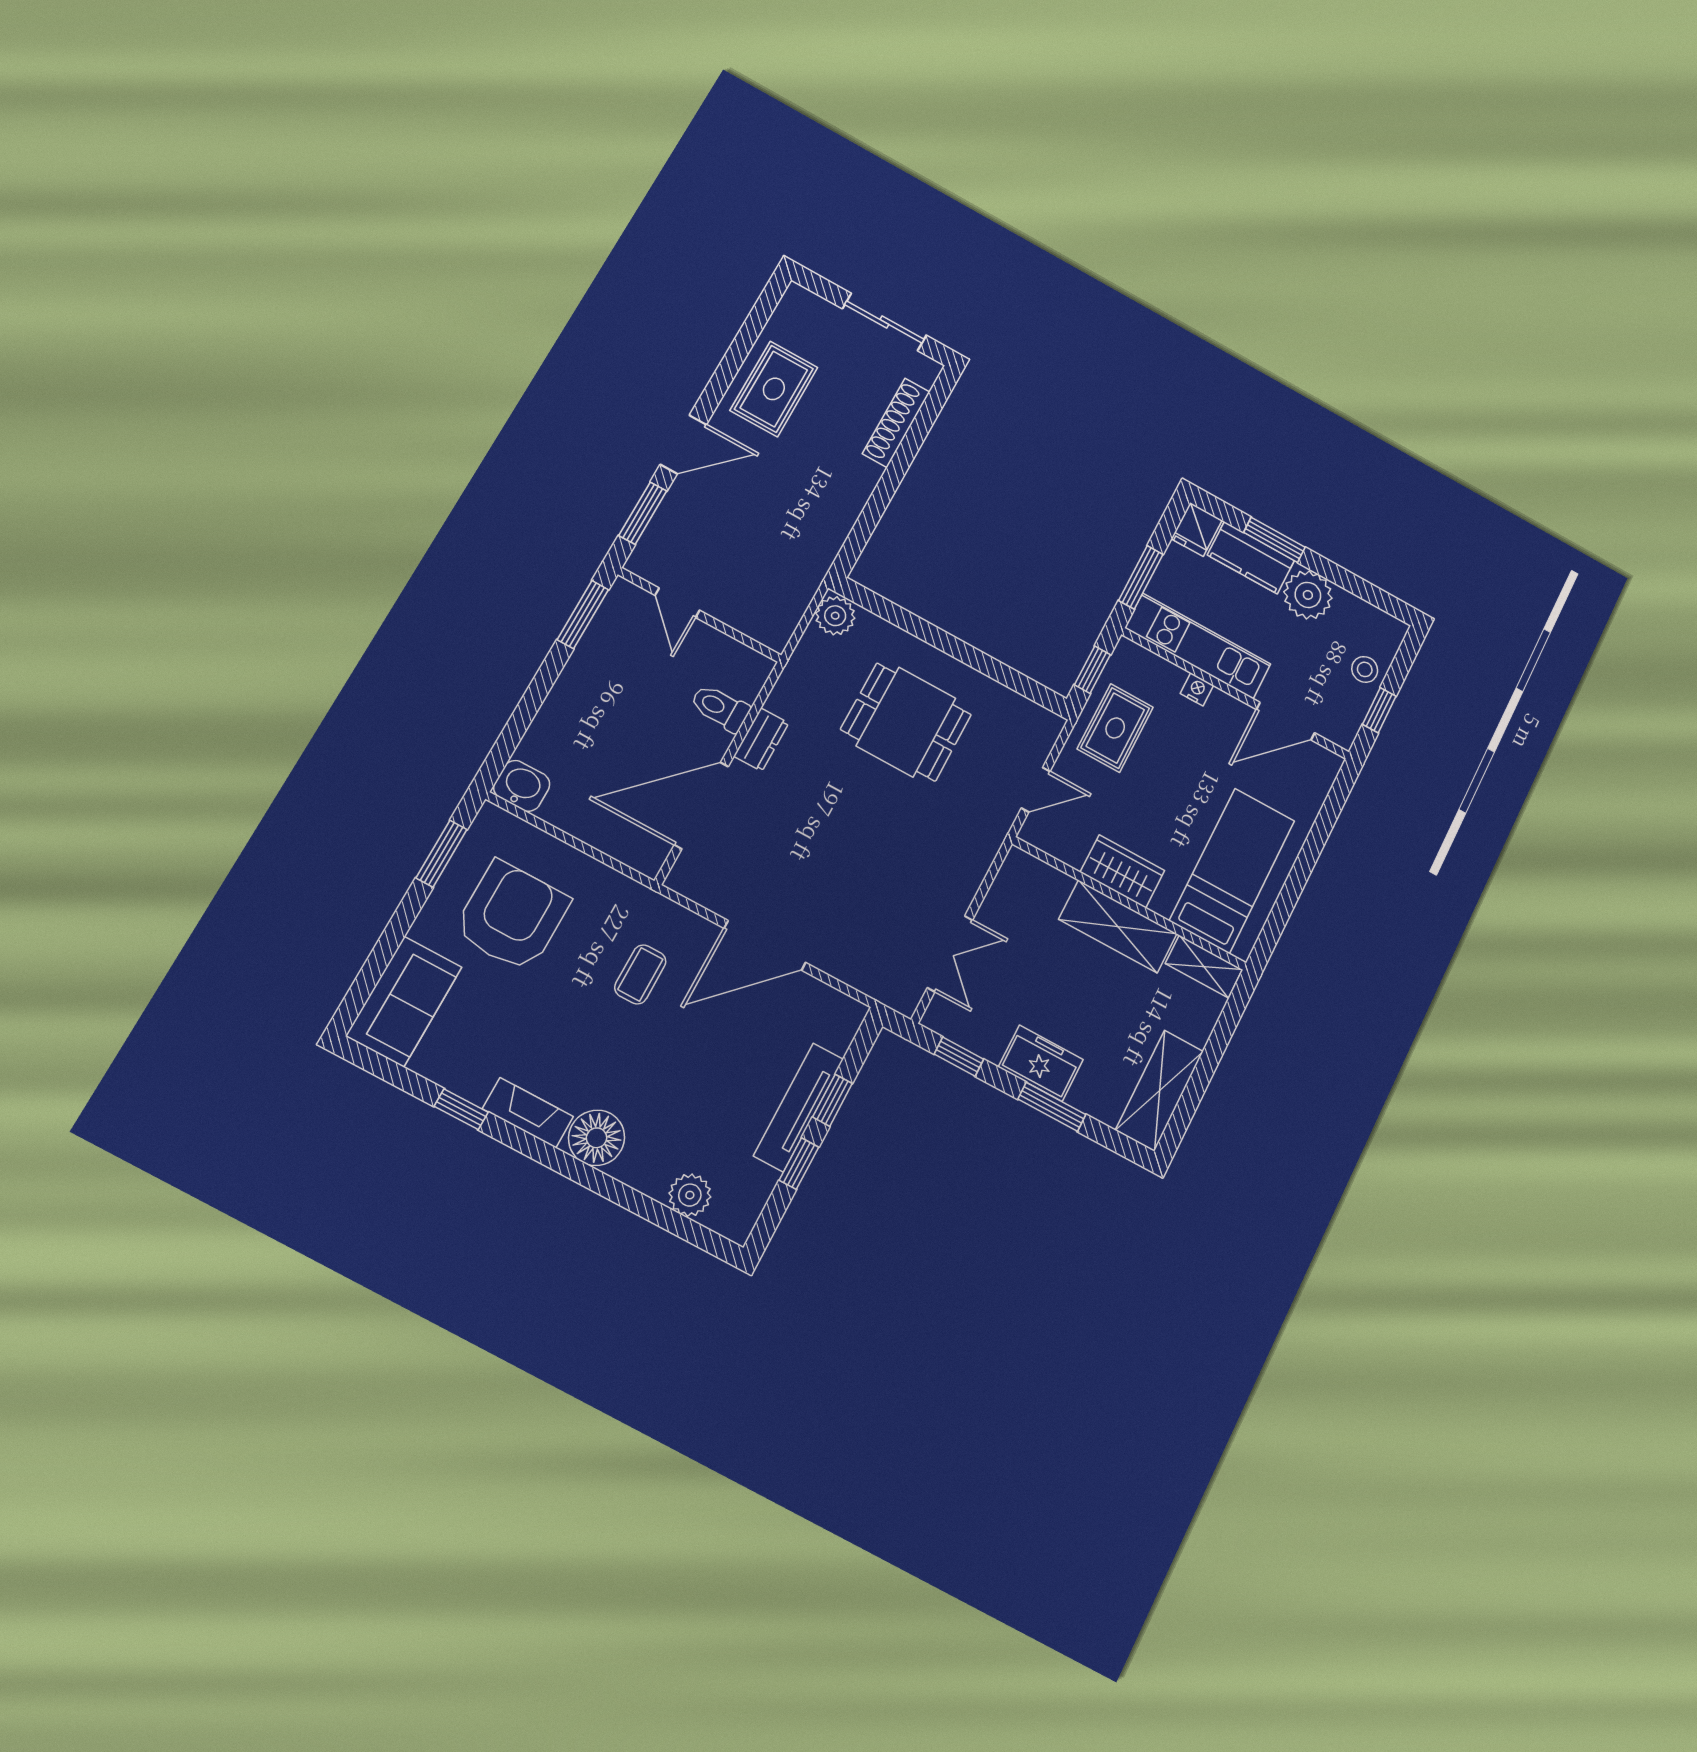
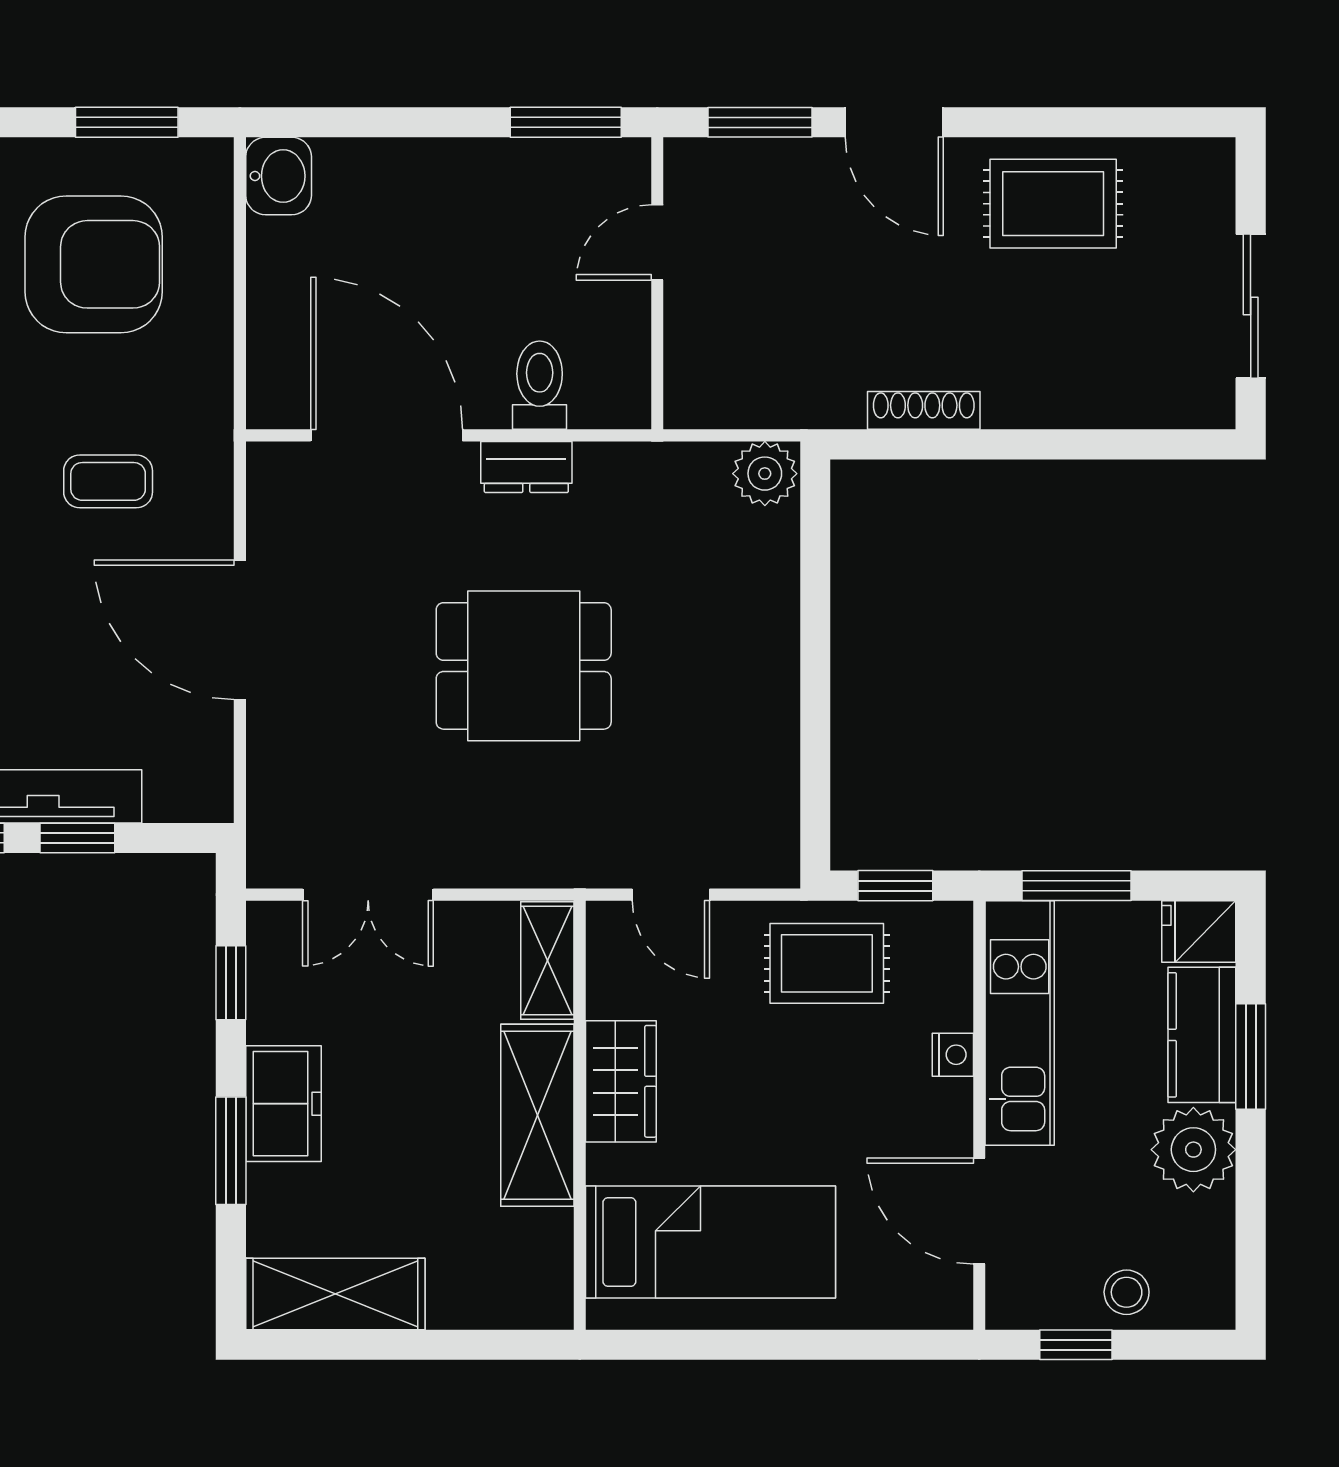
shoe rack: (896, 423) -> (924, 410), moved, width x0.74, depth x0.81
dining table: (906, 722) -> (524, 666), moved, turned 90
shelving: (1204, 967) -> (547, 961), moved

